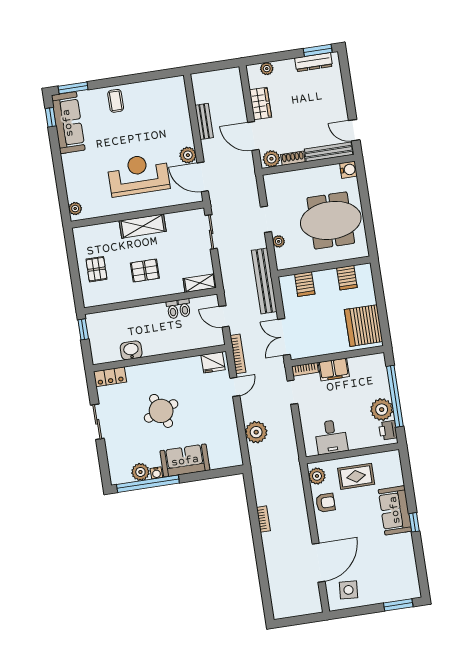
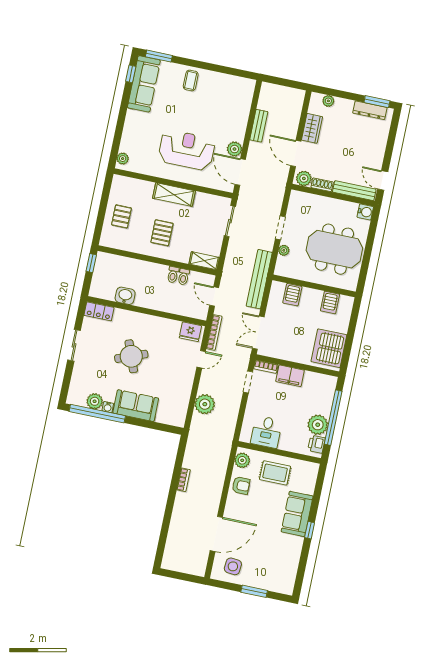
pallet: (145, 271) -> (162, 233), turned 90
window: (398, 605) -> (254, 591), moved

